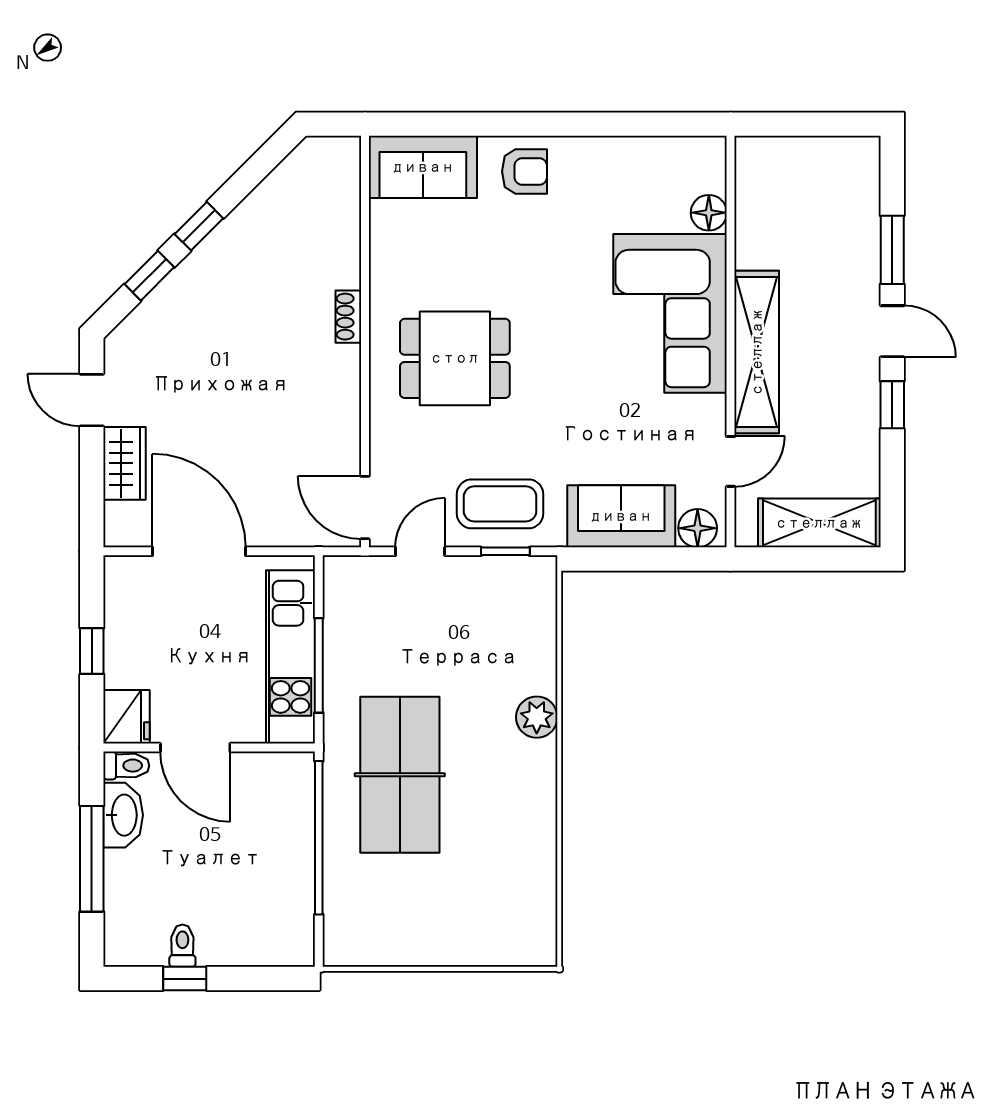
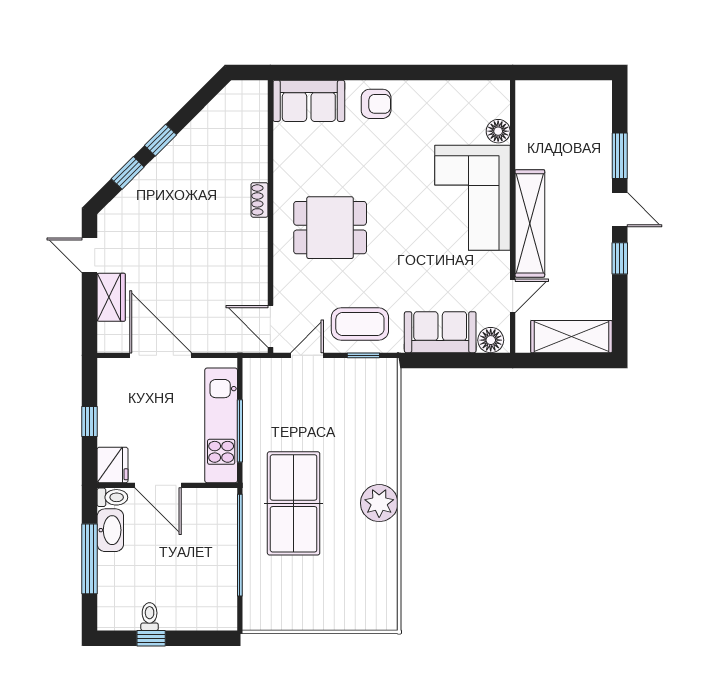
plant: (537, 717) -> (379, 503), moved, width x1.36, depth x1.36

